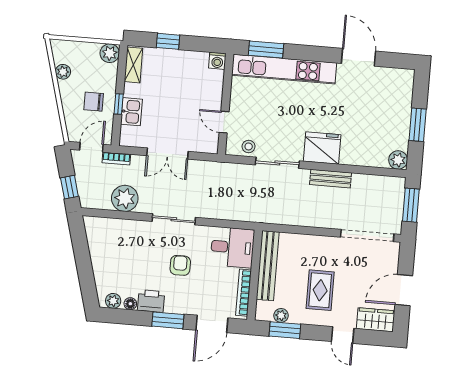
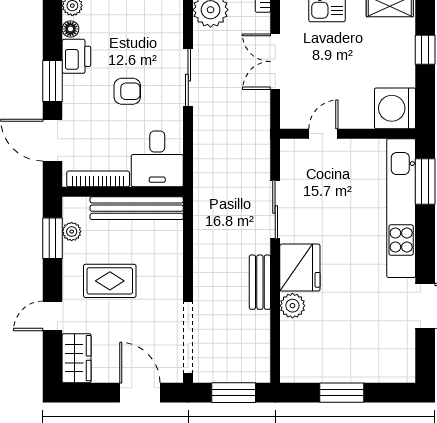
washing machine: (217, 61) -> (395, 108), width x1.89, depth x1.89
stool: (249, 146) -> (294, 169), removed
plant: (398, 160) -> (292, 306), moved
door: (404, 290) -> (140, 393), moved

